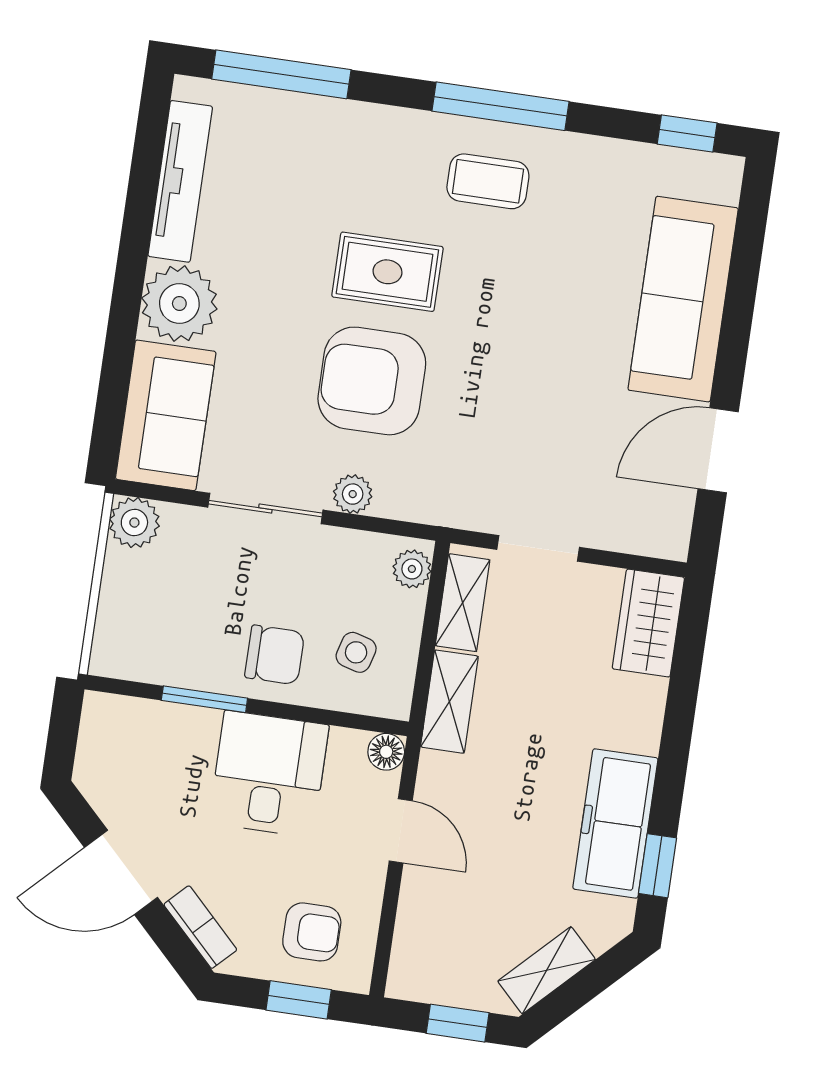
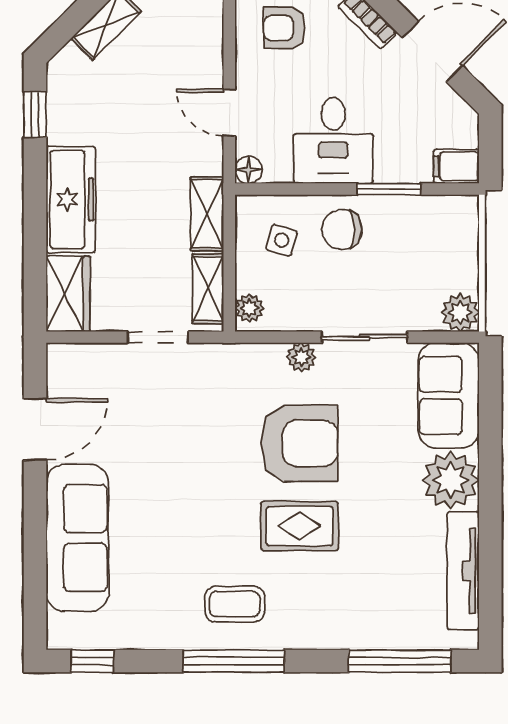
filing cabinet: (111, 716) -> (456, 166), added
freezer: (615, 823) -> (71, 200), moved

